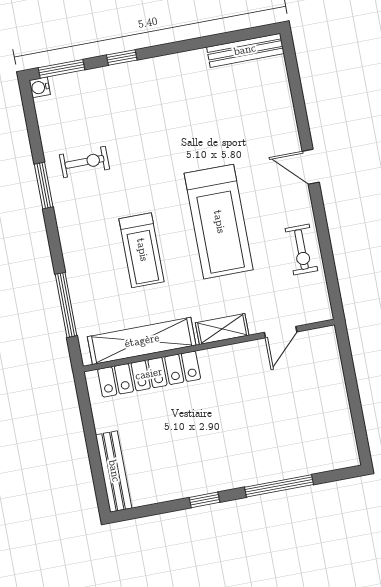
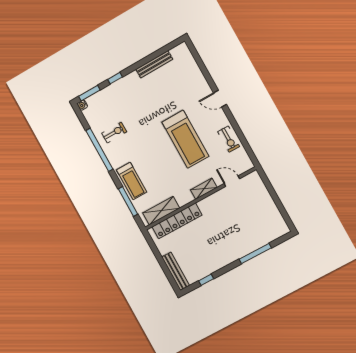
bench: (245, 50) -> (154, 64), moved
window: (44, 186) -> (99, 150), width x2.11
treadmill: (142, 250) -> (132, 181), moved
door: (281, 332) -> (232, 181), swing flipped
shelving: (142, 341) -> (161, 211), width x0.68
window: (205, 500) -> (206, 280), moved

